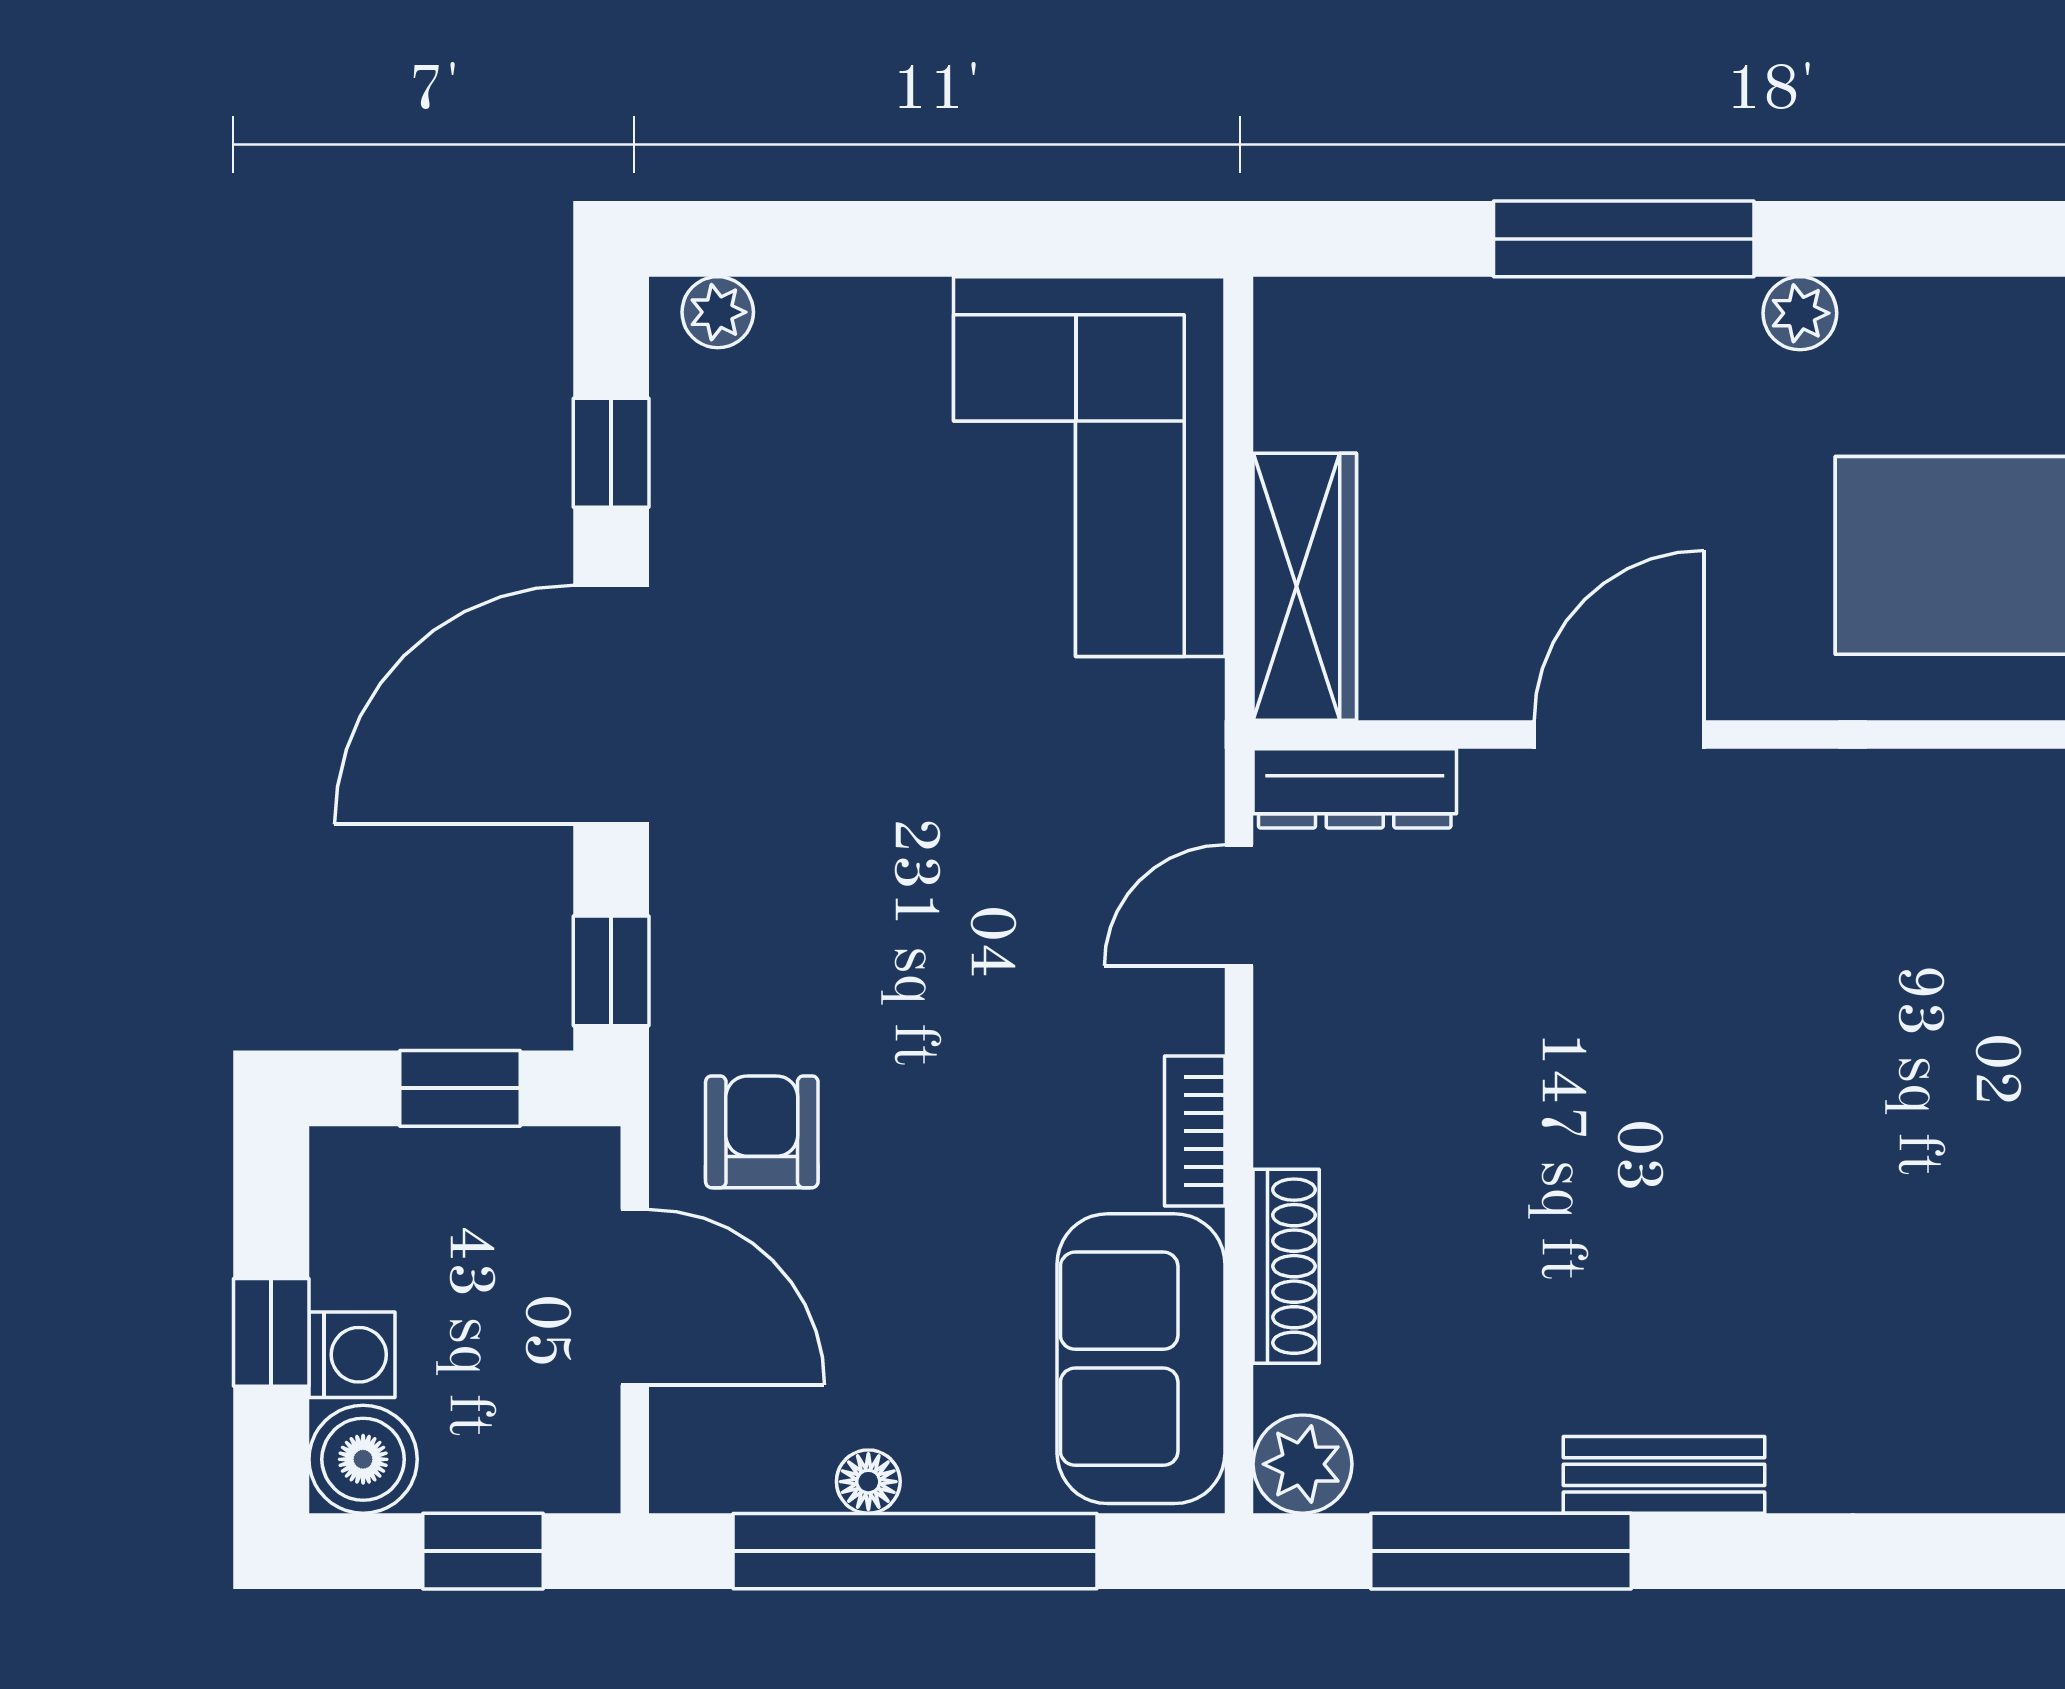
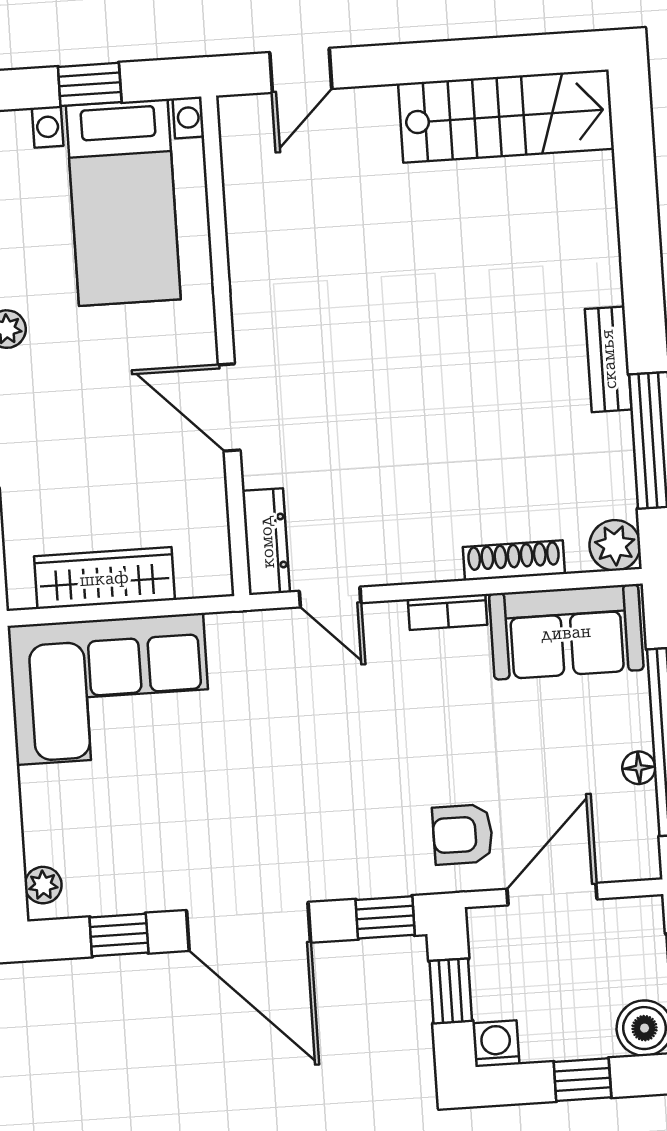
wardrobe: (1305, 587) -> (104, 578), moved
washing machine: (352, 1355) -> (496, 1044), moved

